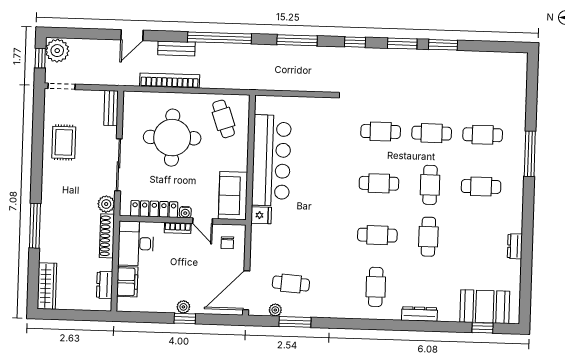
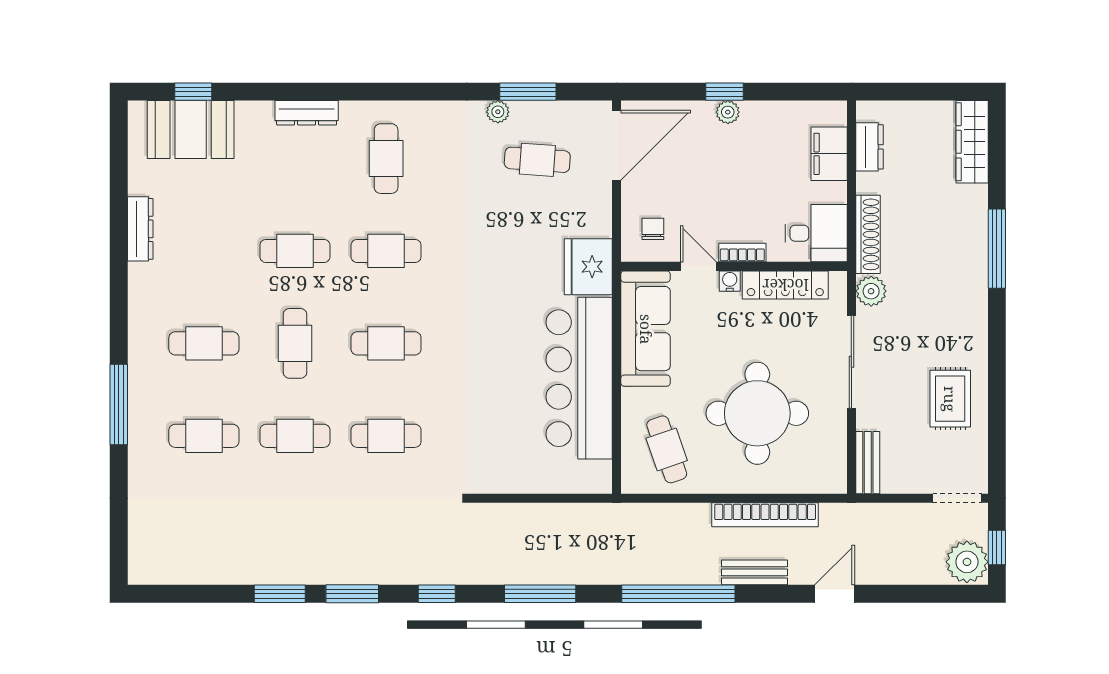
sofa: (233, 196) -> (646, 329), width x1.36
fridge: (261, 215) -> (588, 267), width x1.88, depth x1.34
cafe table: (428, 237) -> (295, 251), turned 90
desk: (136, 243) -> (816, 233), width x0.73
dresser: (515, 246) -> (140, 229), width x1.44
plant: (275, 310) -> (498, 112), moved

